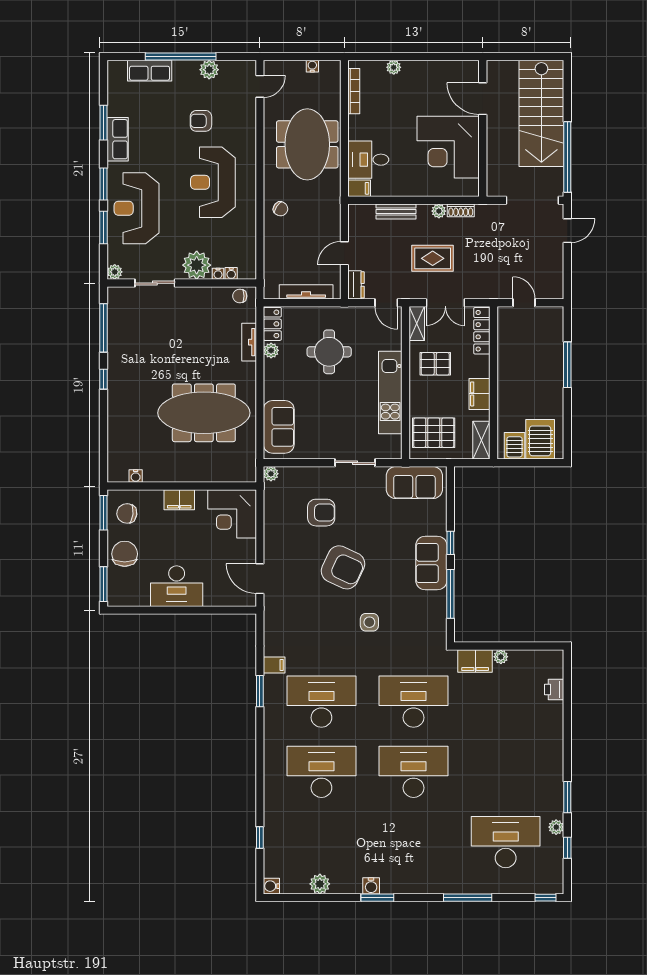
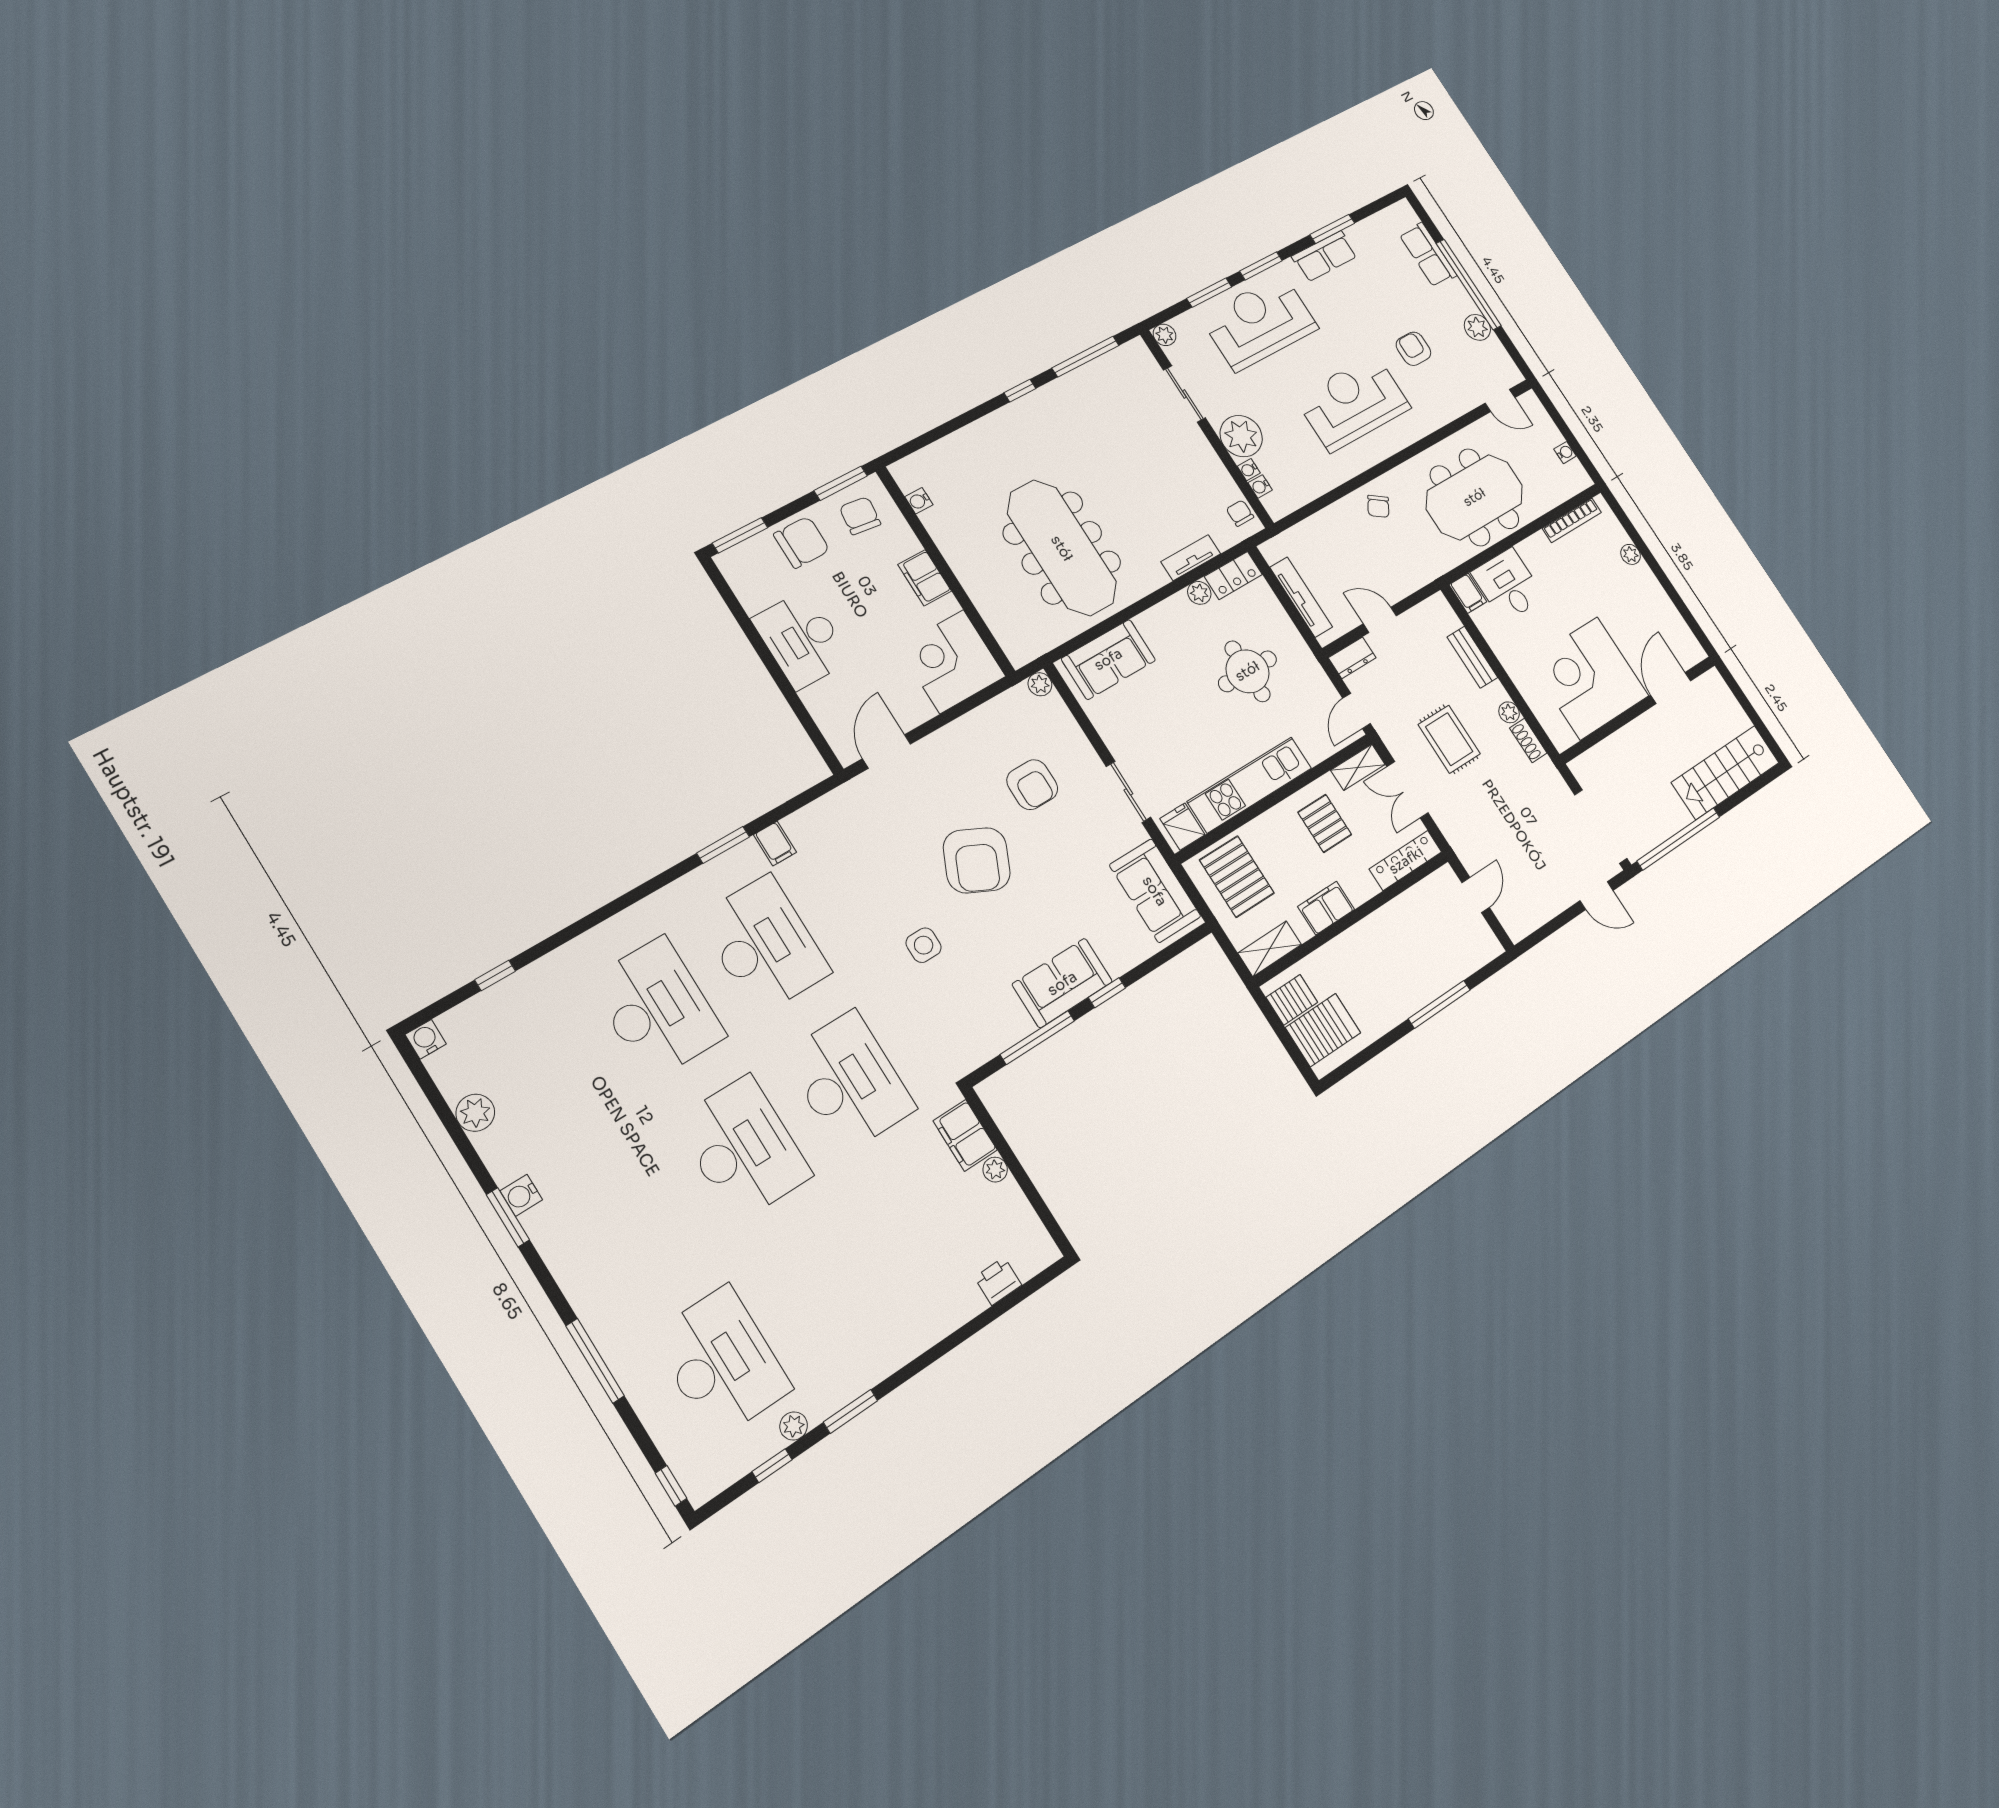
stairs: (541, 113) -> (1725, 772), width x0.73, depth x0.66
fridge: (390, 445) -> (1182, 827), added

